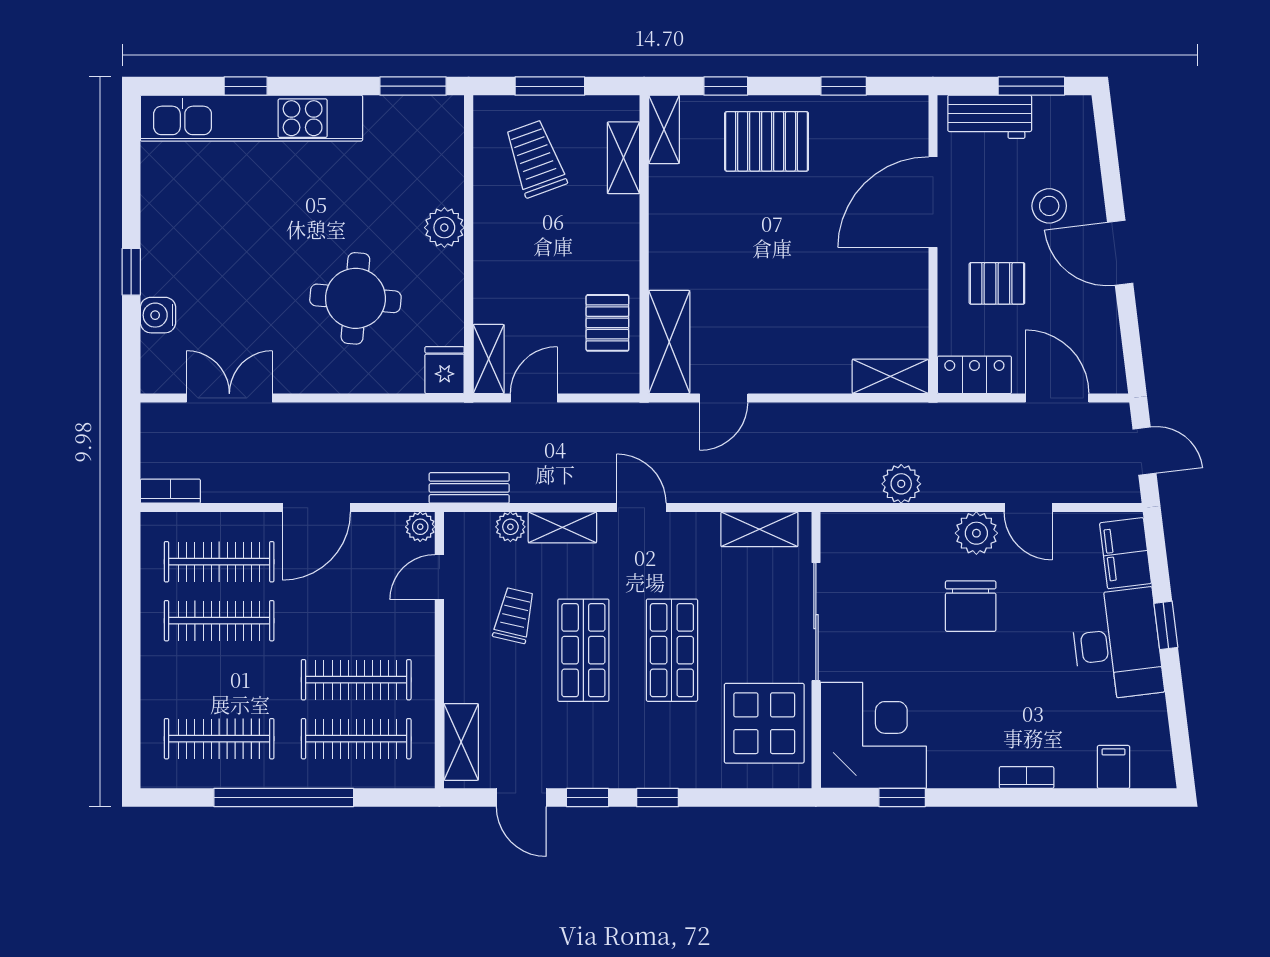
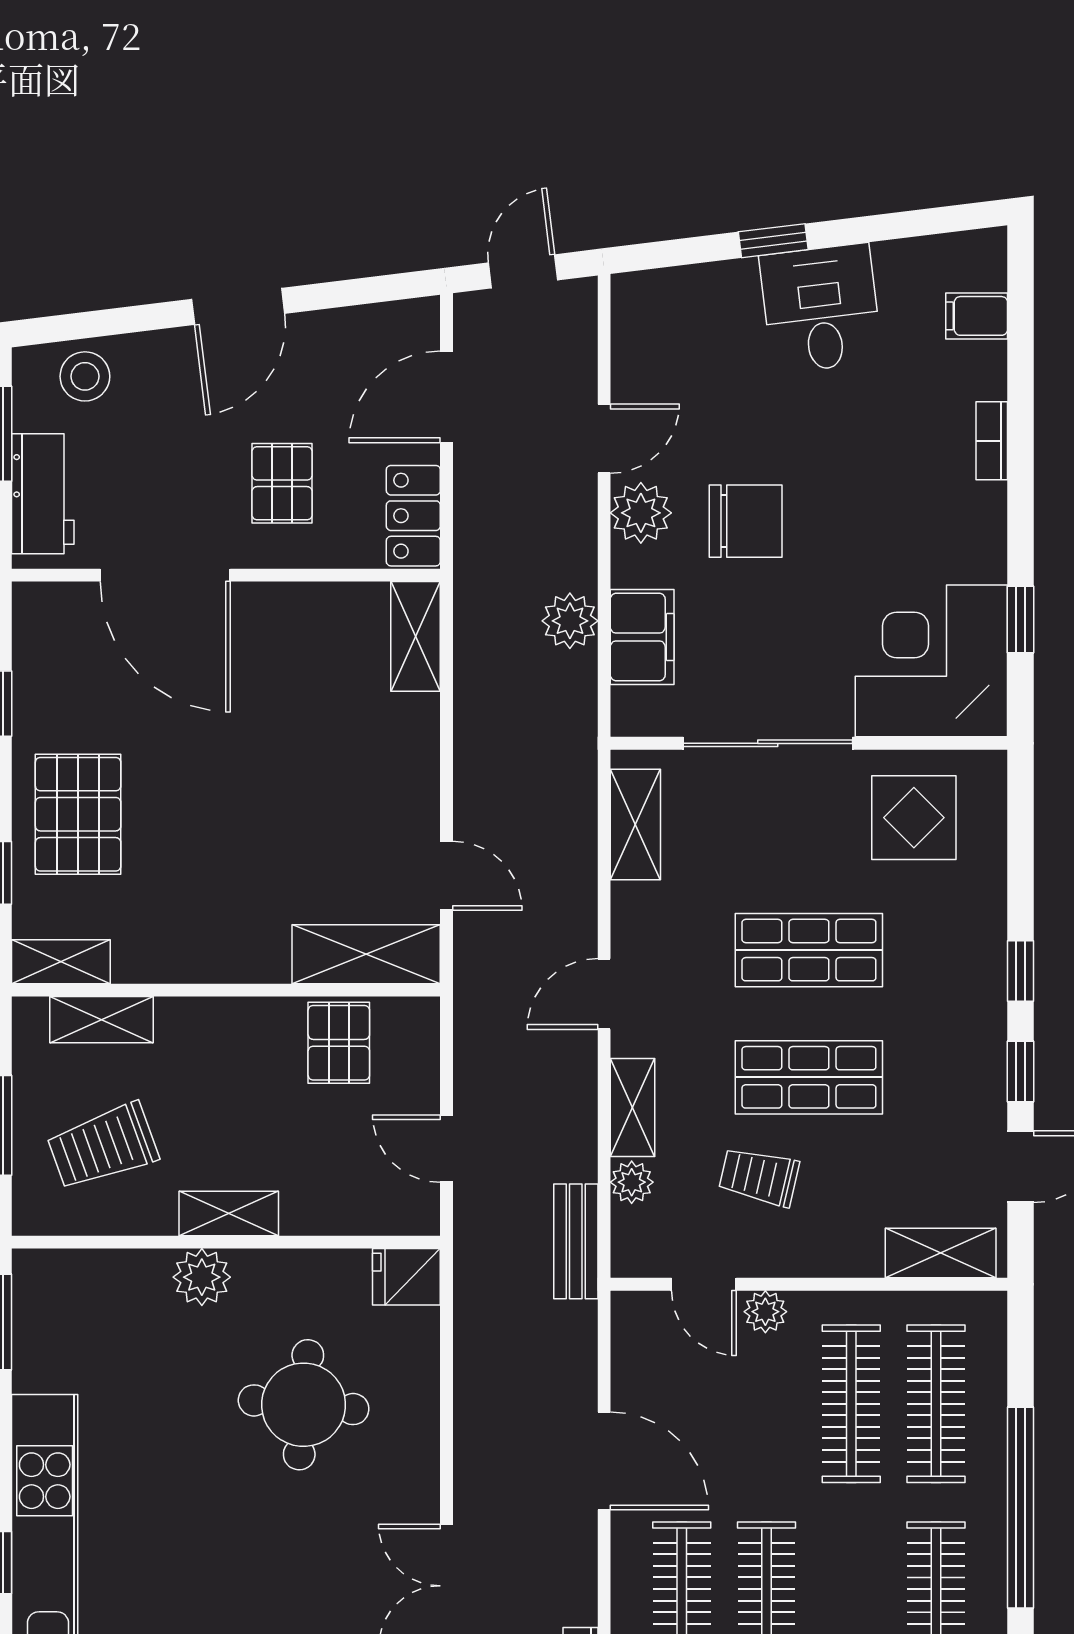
stool: (1049, 206) -> (85, 376), moved
pallet: (607, 323) -> (339, 1043), turned 90
shelving: (489, 359) -> (229, 1214), moved
plant: (420, 527) -> (765, 1312), moved
filing cabinet: (1126, 553) -> (642, 637), moved, turned -83
desk: (1117, 644) -> (821, 309), width x0.73
display table: (764, 723) -> (914, 818), width x0.73, depth x0.73

